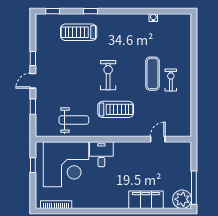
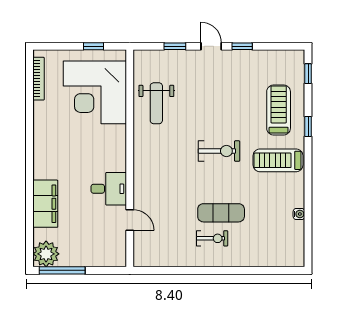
treadmill: (116, 109) -> (278, 160), moved, turned 90
desk: (101, 154) -> (109, 189), moved

